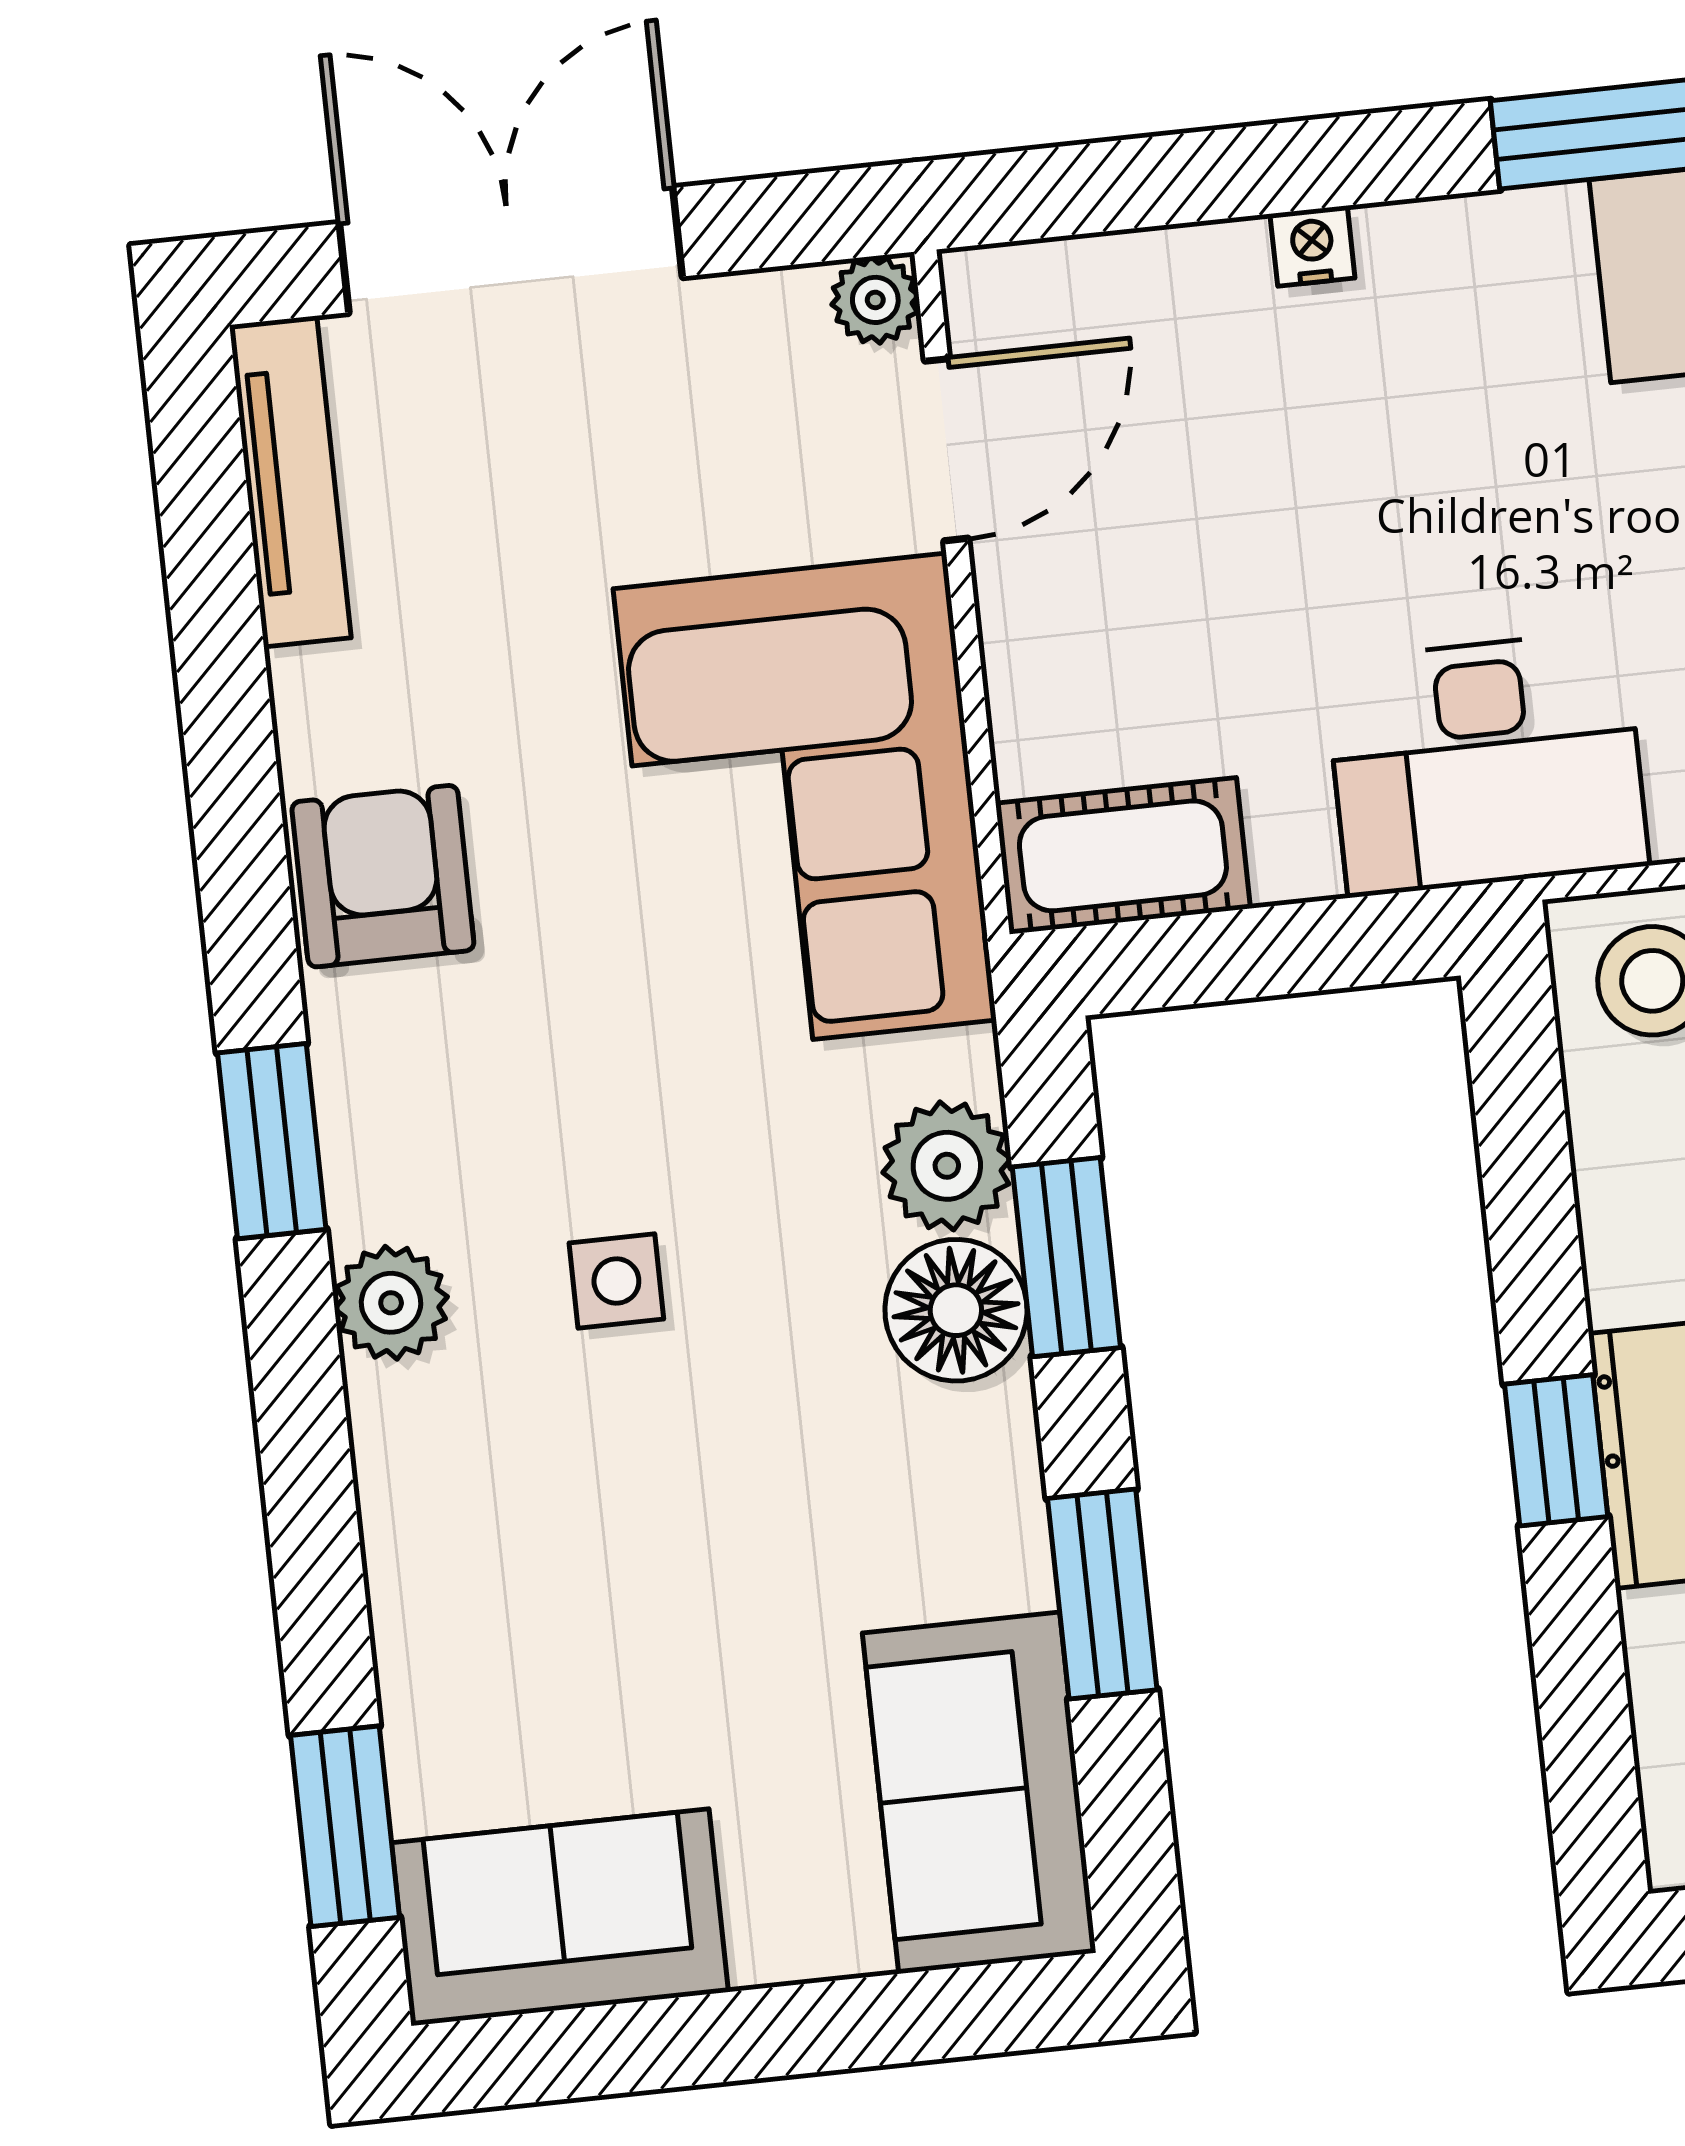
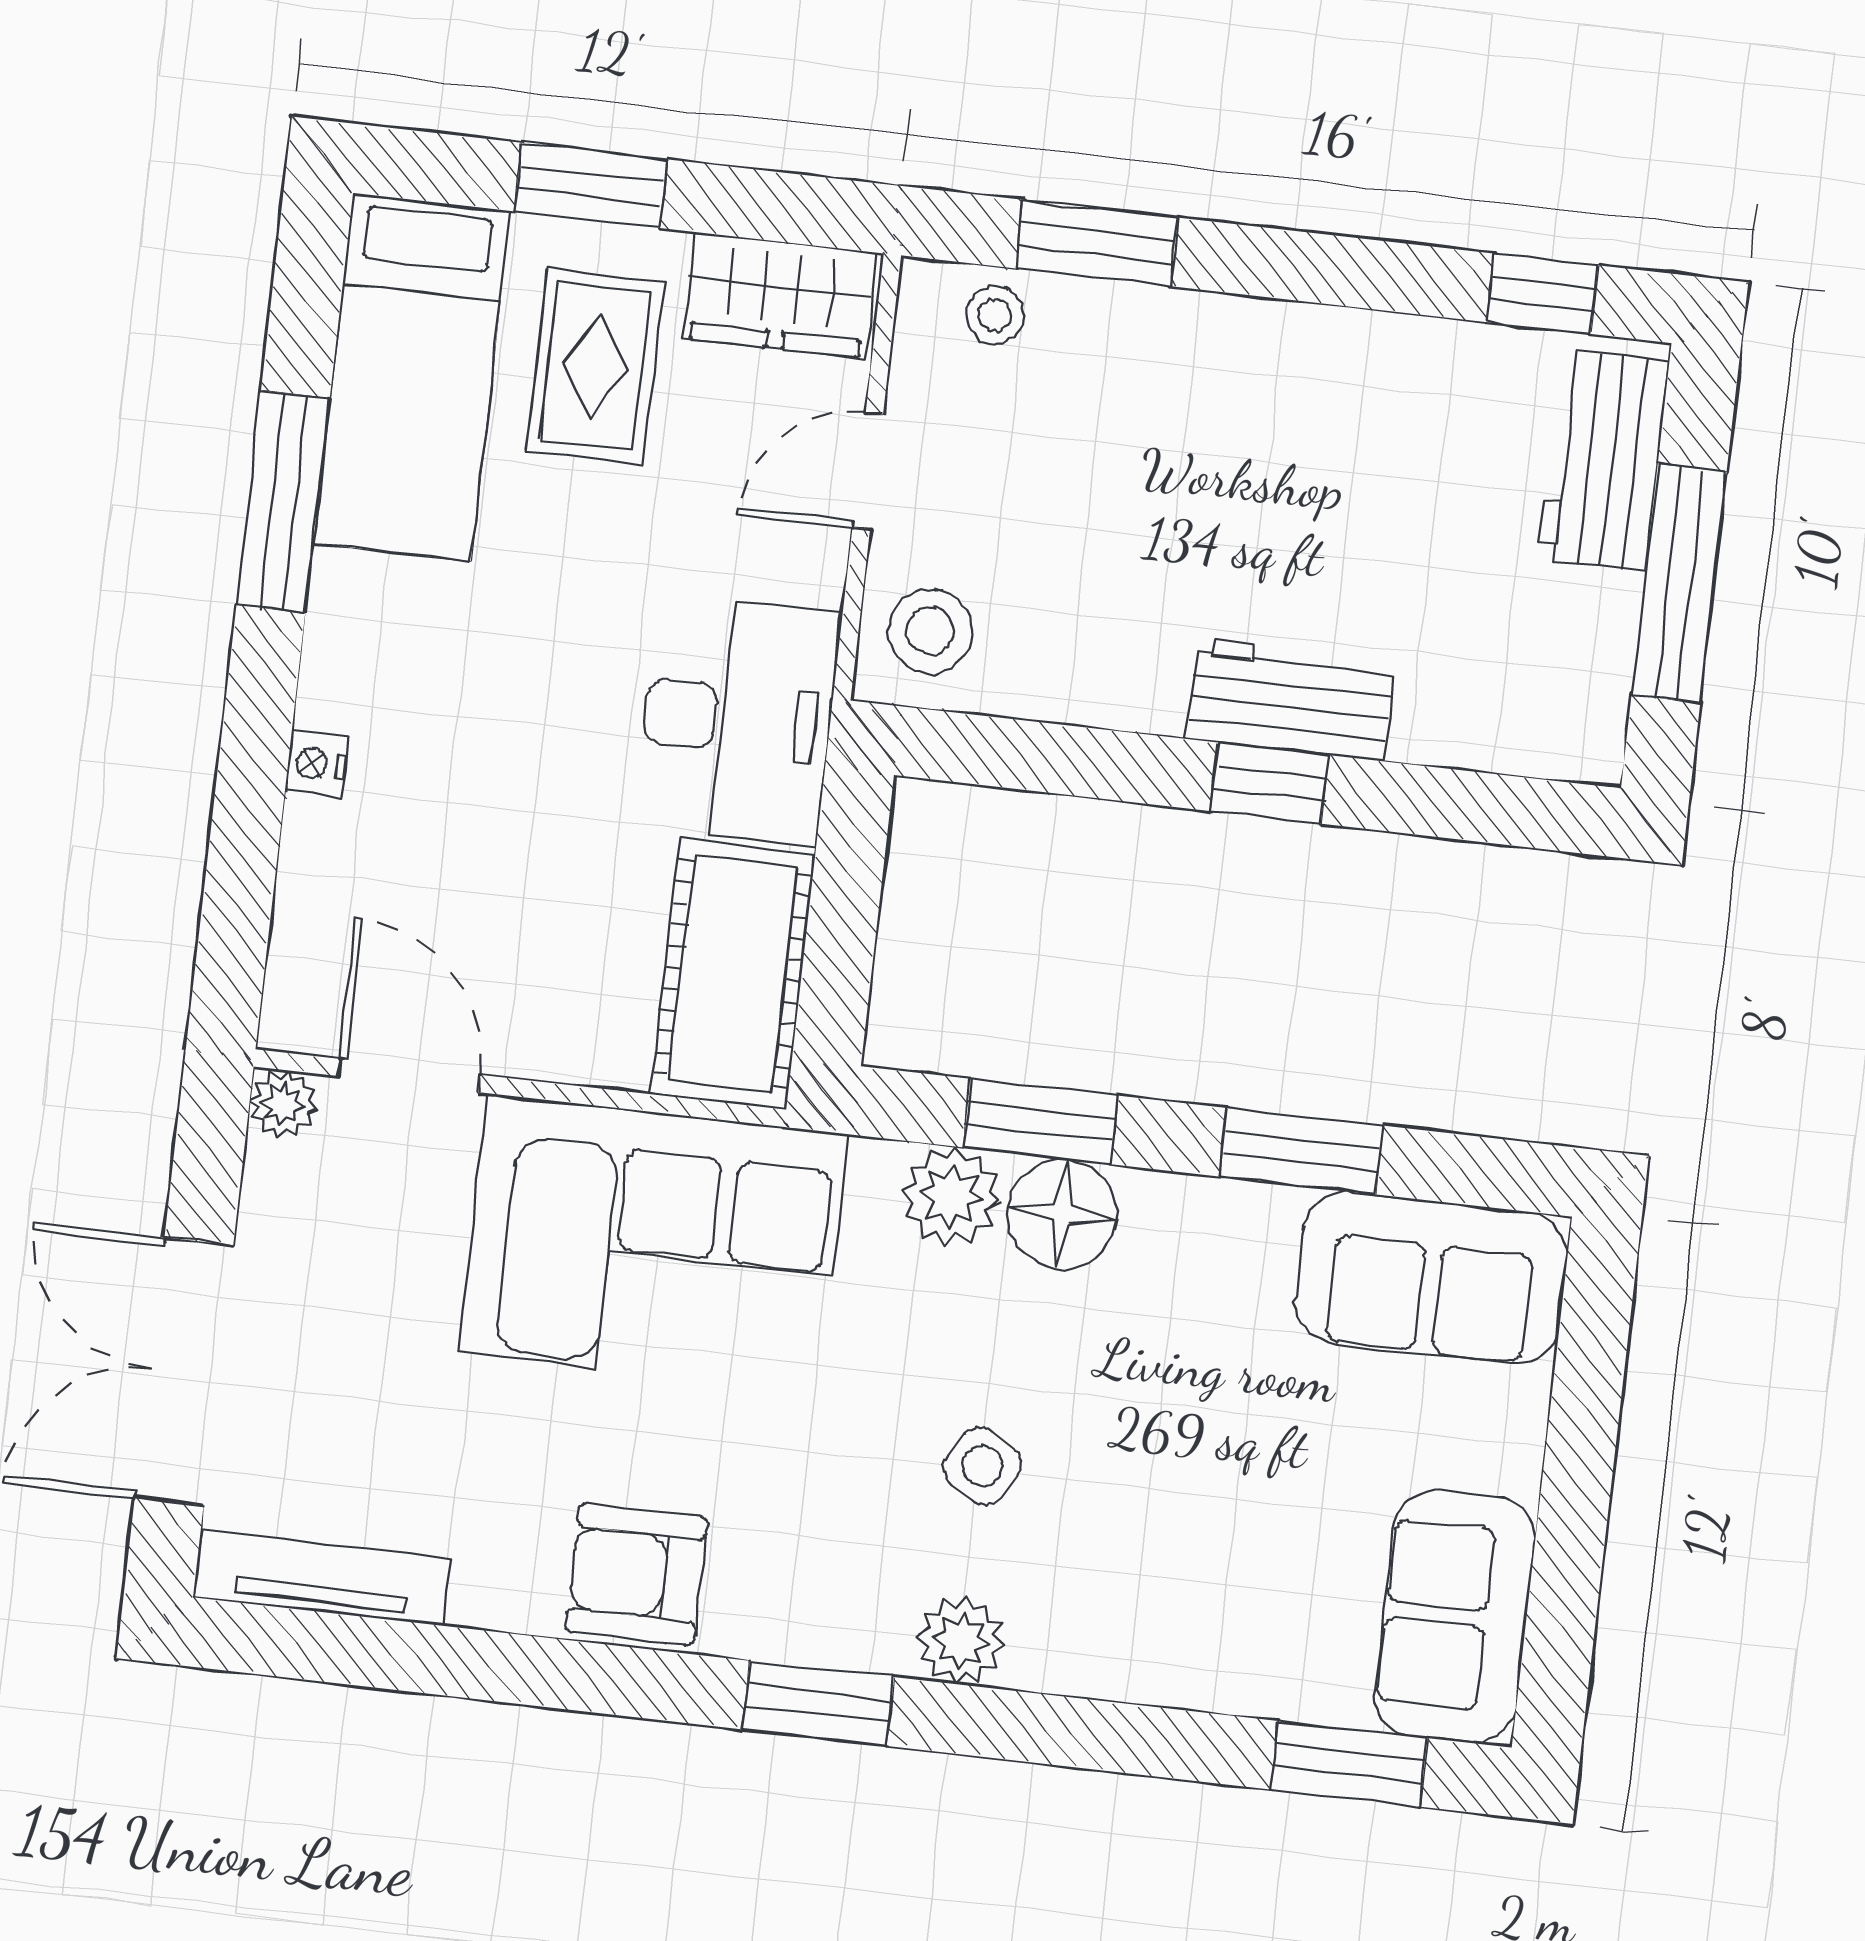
cot: (1123, 856) -> (733, 974), width x1.37, depth x1.34
side table: (616, 1281) -> (982, 1466), turned 31

